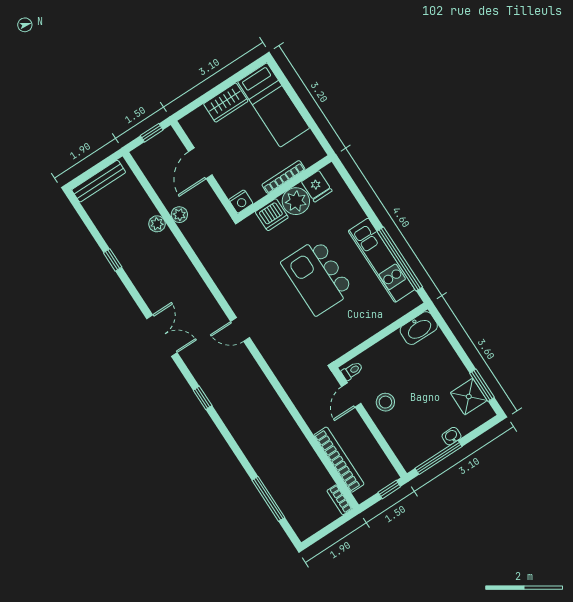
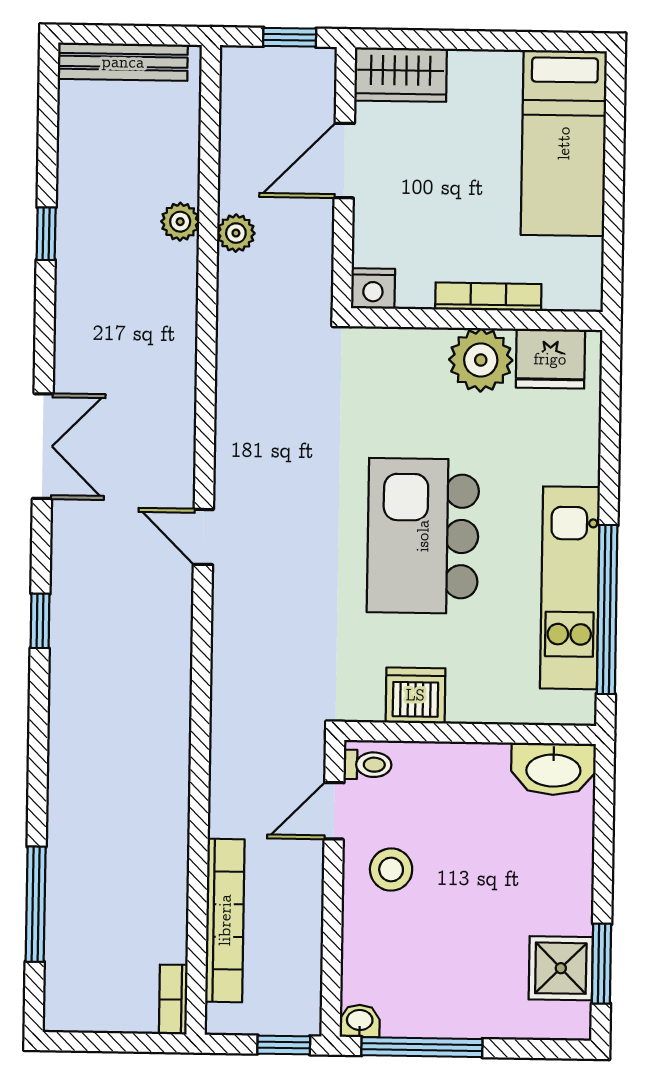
wardrobe: (226, 103) -> (401, 75), moved
fridge: (317, 186) -> (550, 359), width x1.38
dishwasher: (272, 215) -> (415, 695), moved, turned 180
washbasin: (452, 436) -> (360, 1021), moved

